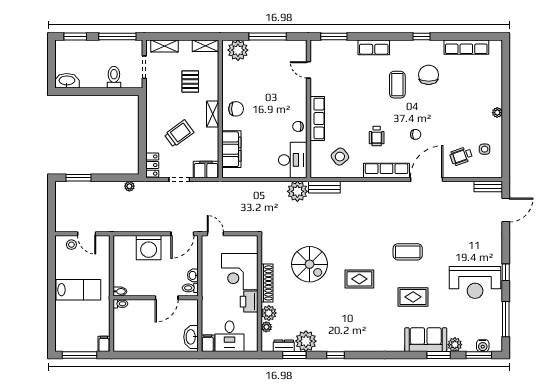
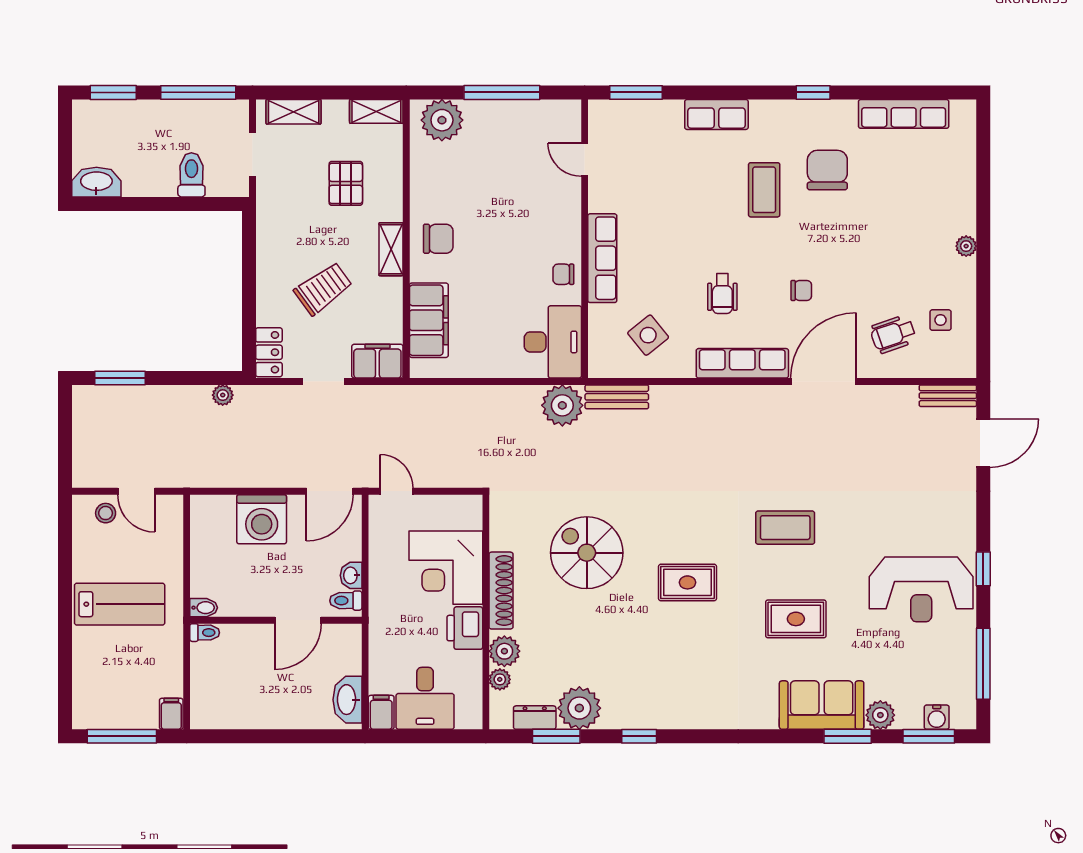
spiral stairs: (310, 264) -> (587, 553), turned 180

